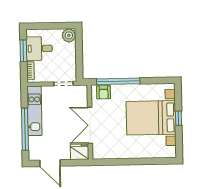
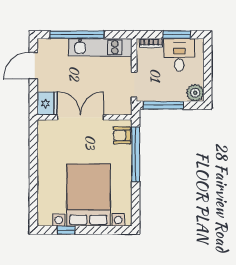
window: (79, 60) -> (163, 105), added
window: (178, 118) -> (66, 230), moved

